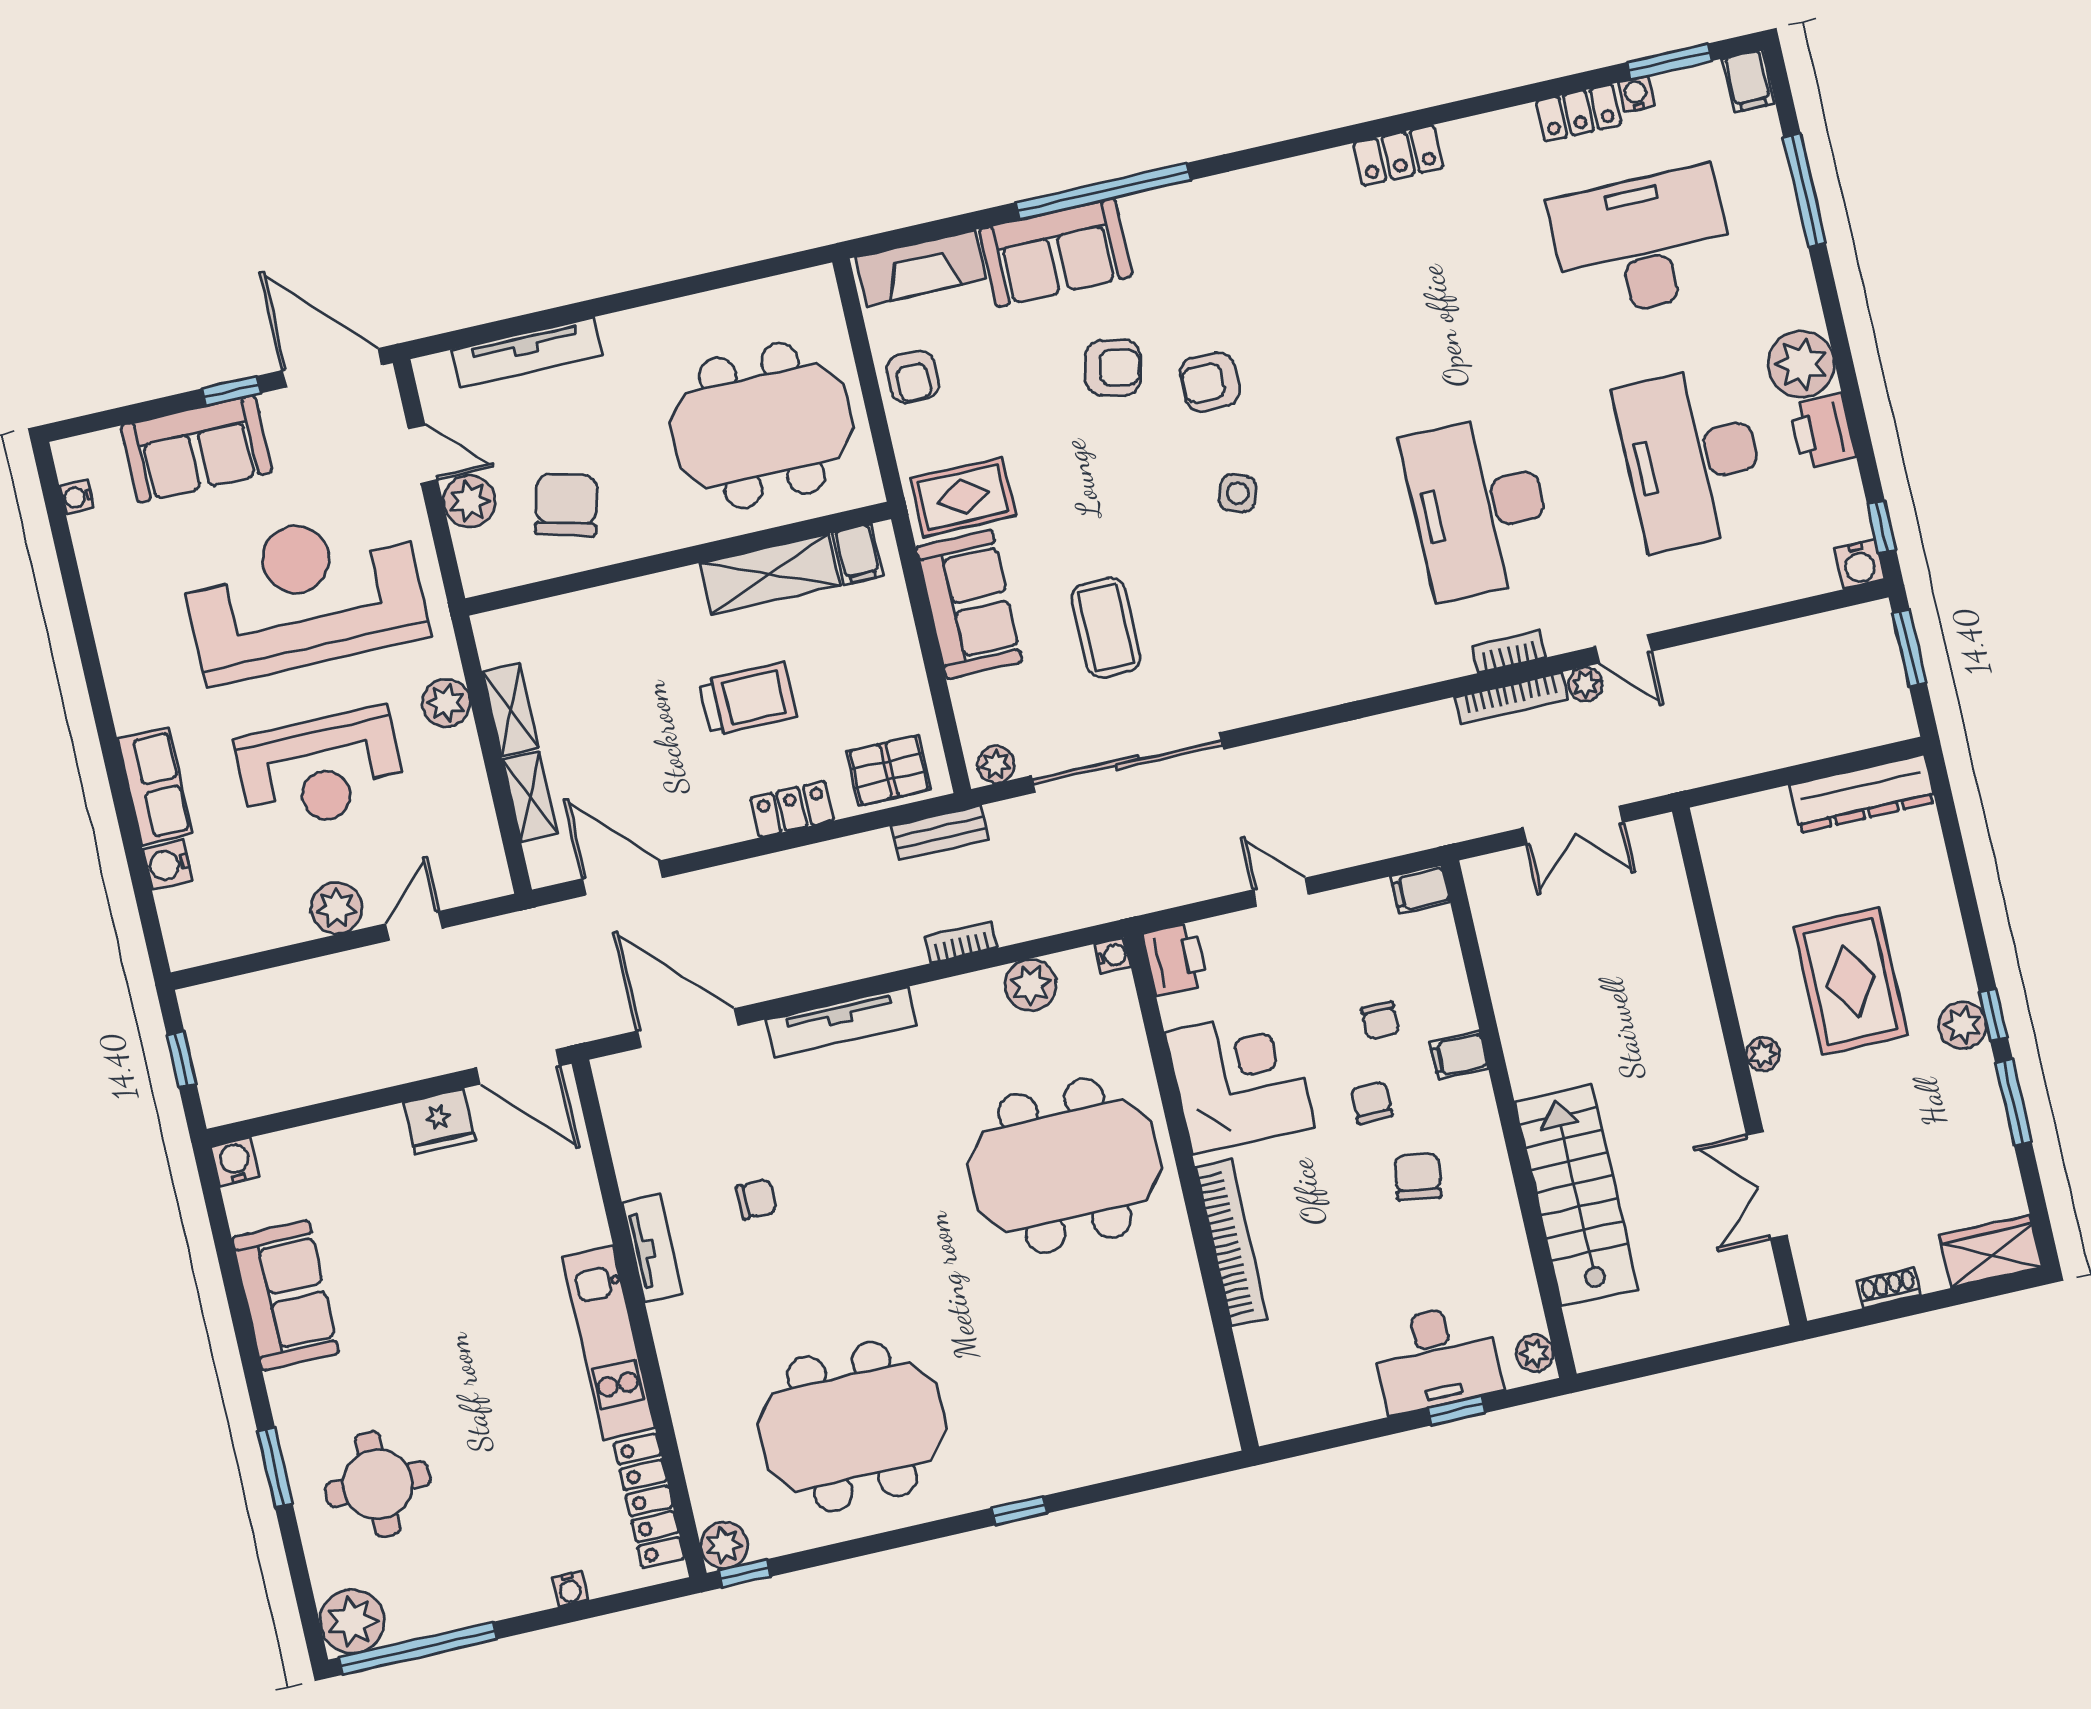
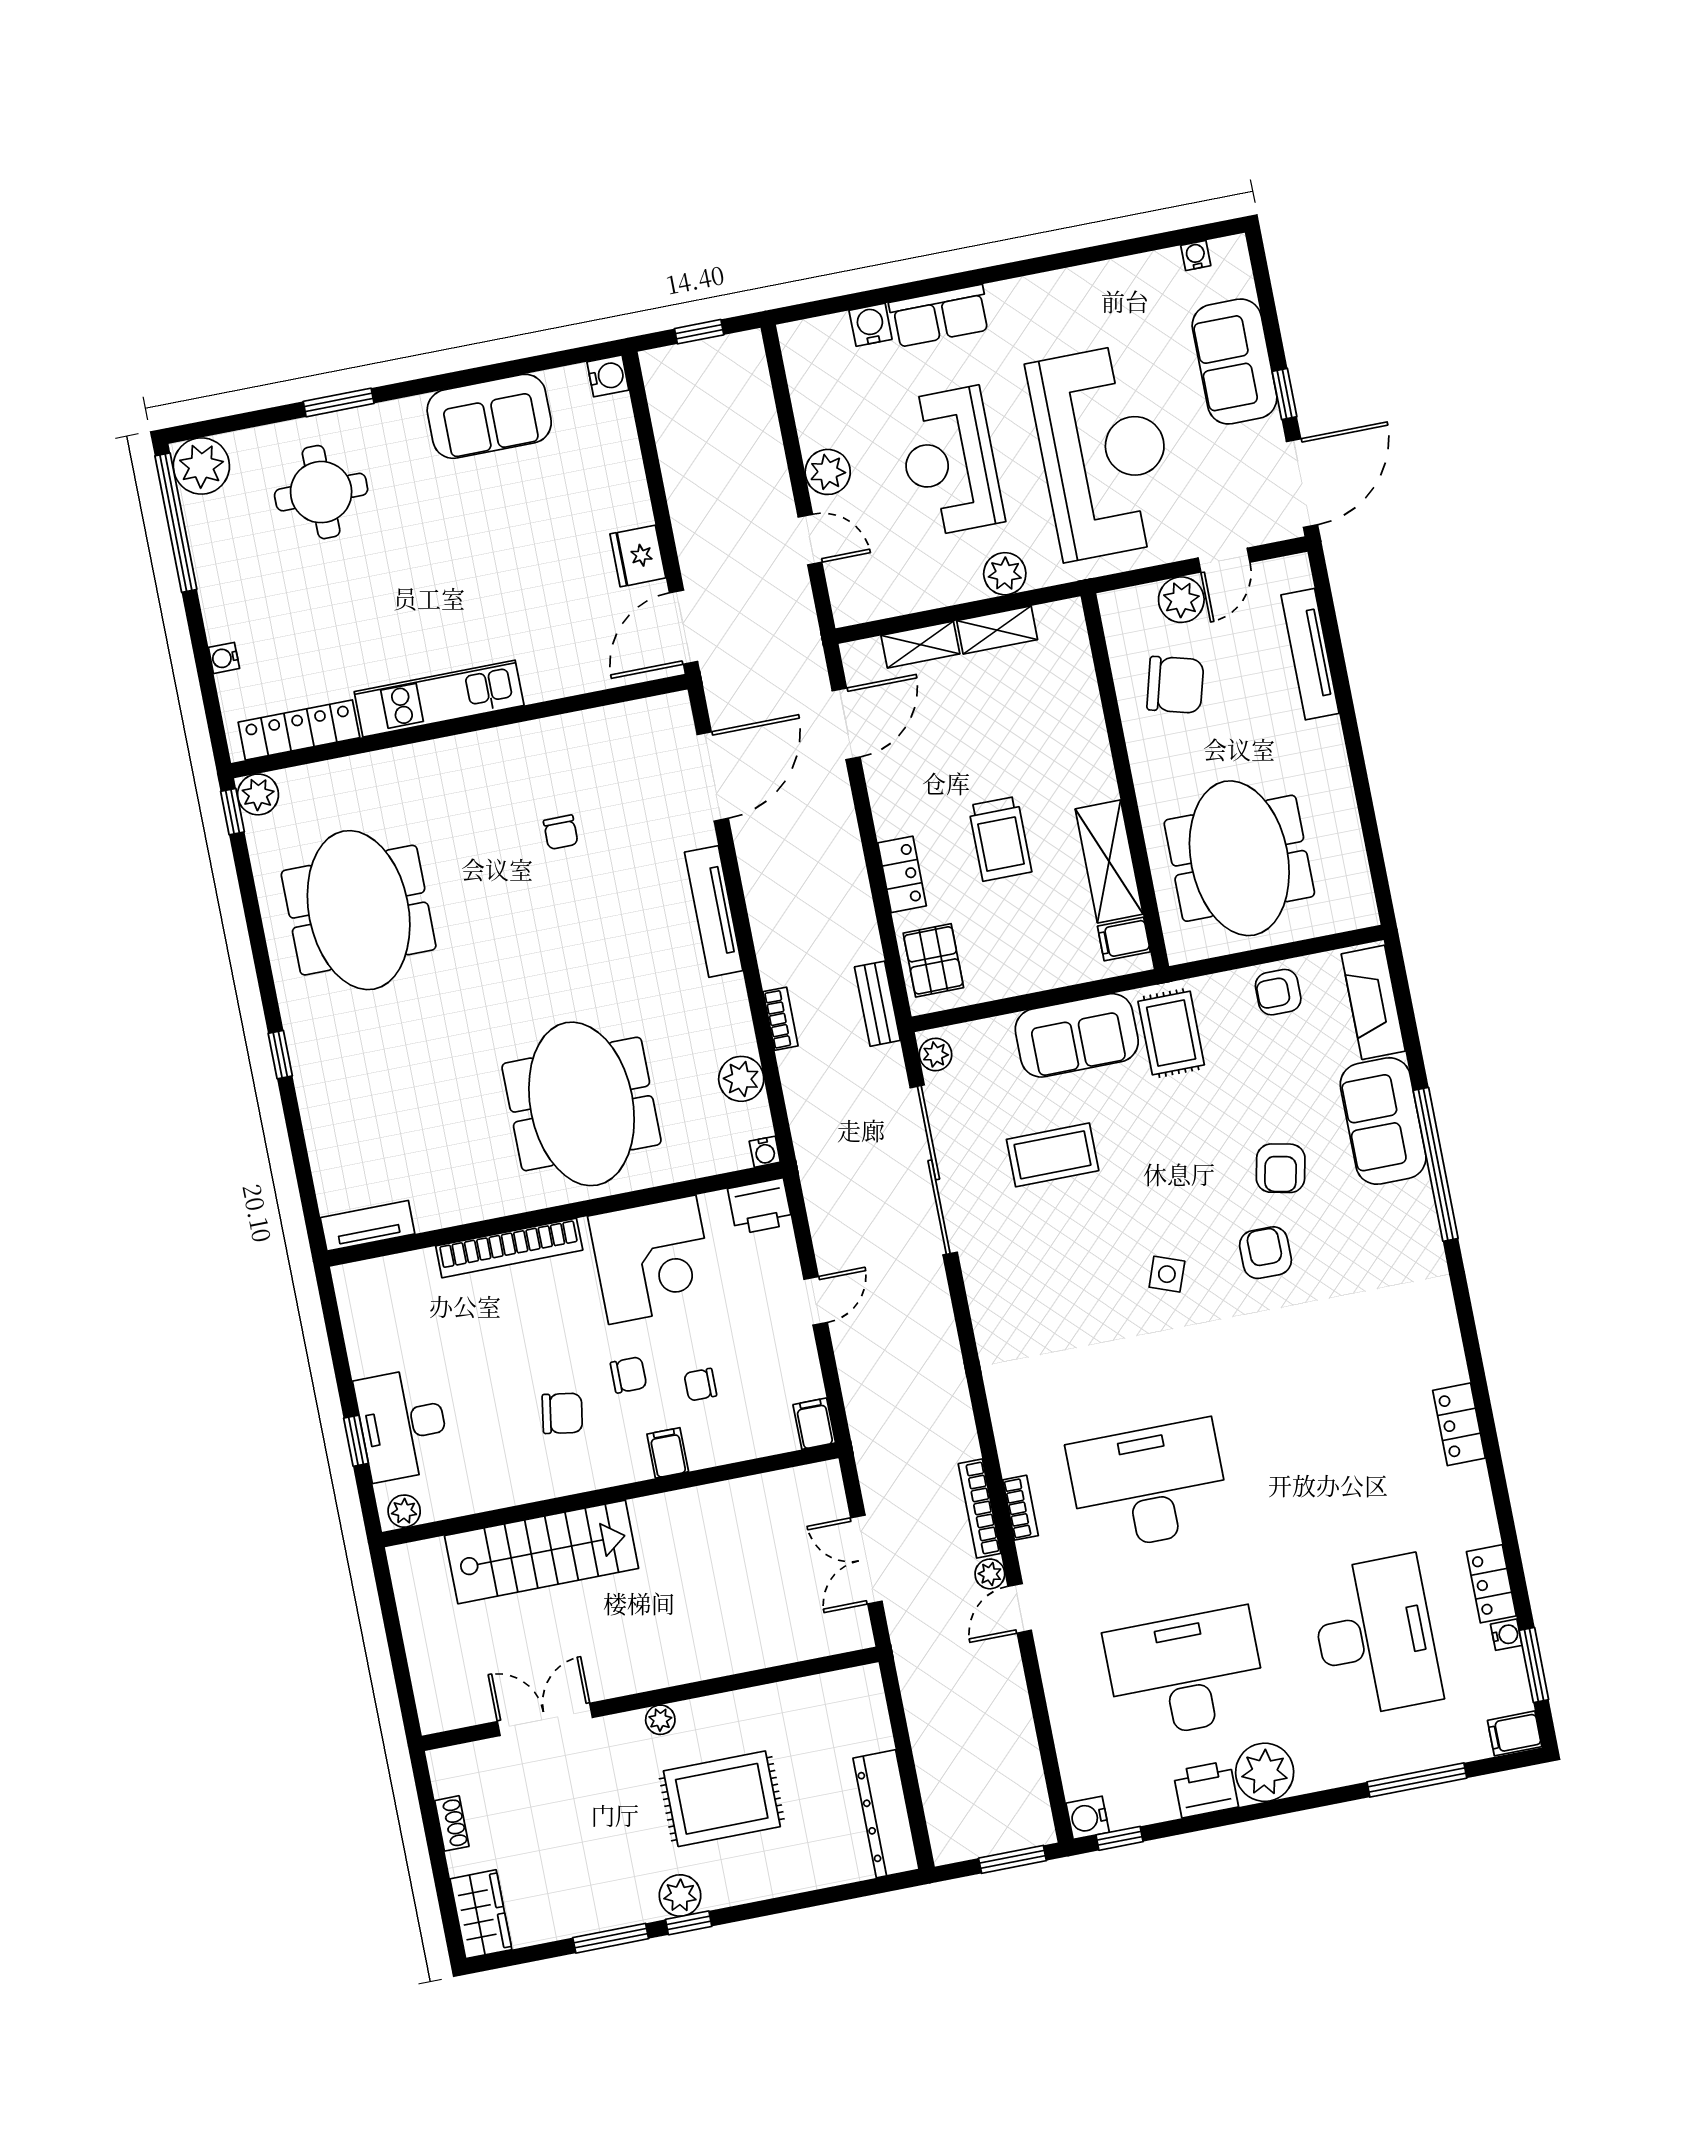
tv unit: (652, 1248) -> (368, 1226), moved, turned 180

